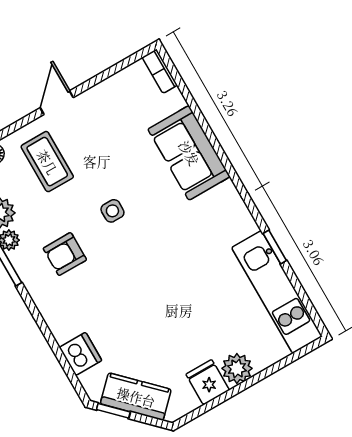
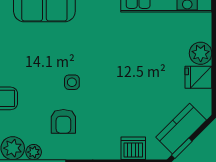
side table: (112, 211) -> (72, 82), moved

